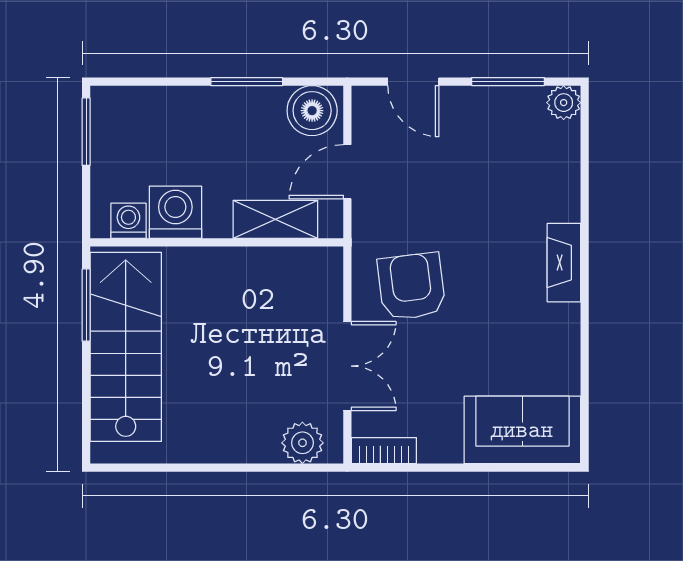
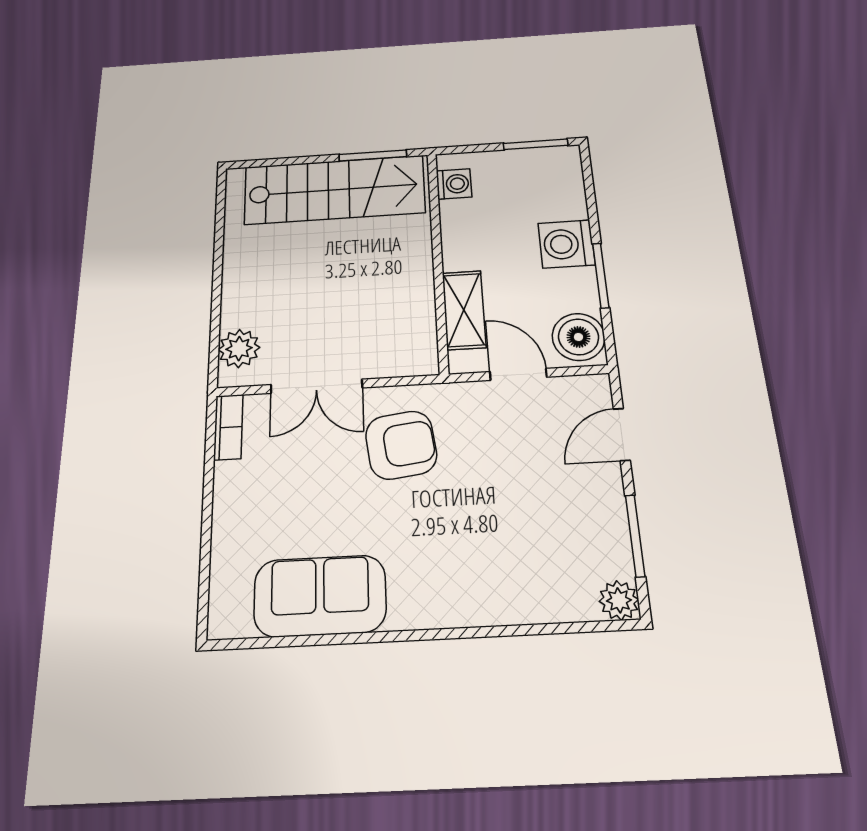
washing machine: (175, 212) -> (566, 244), moved, turned 180
fireplace: (564, 263) -> (435, 610), removed
sofa: (522, 430) -> (320, 596), moved, turned -90

